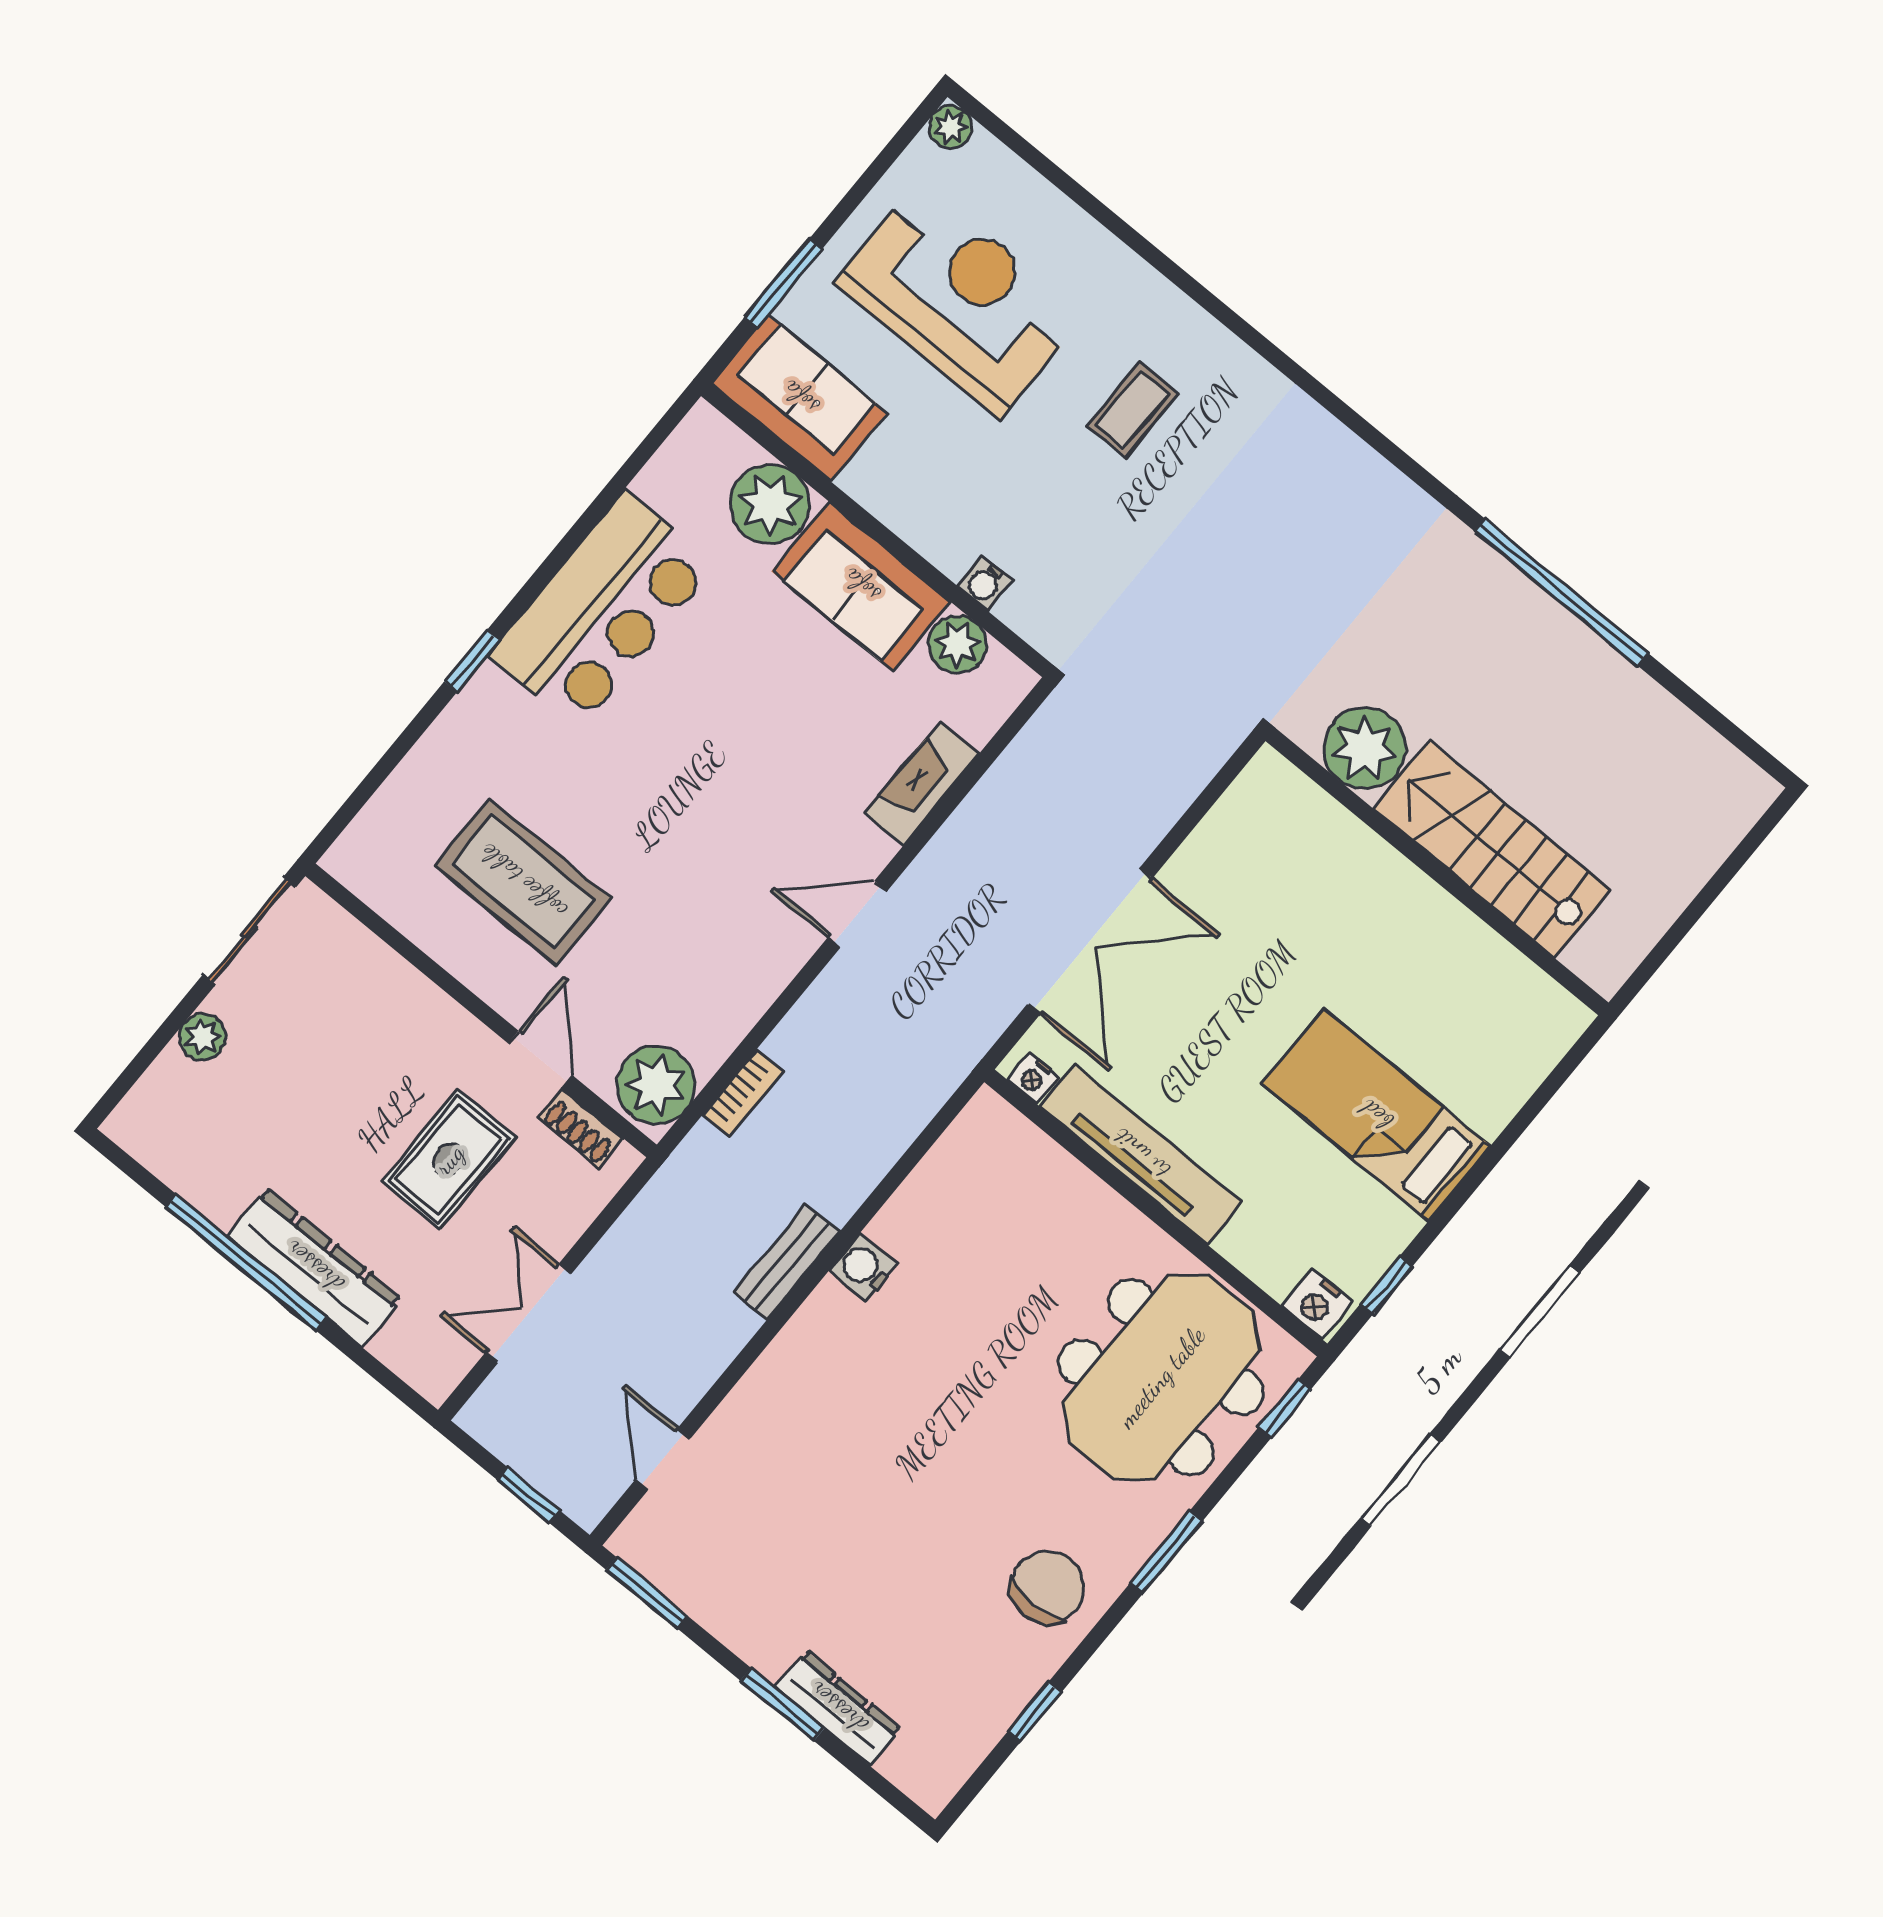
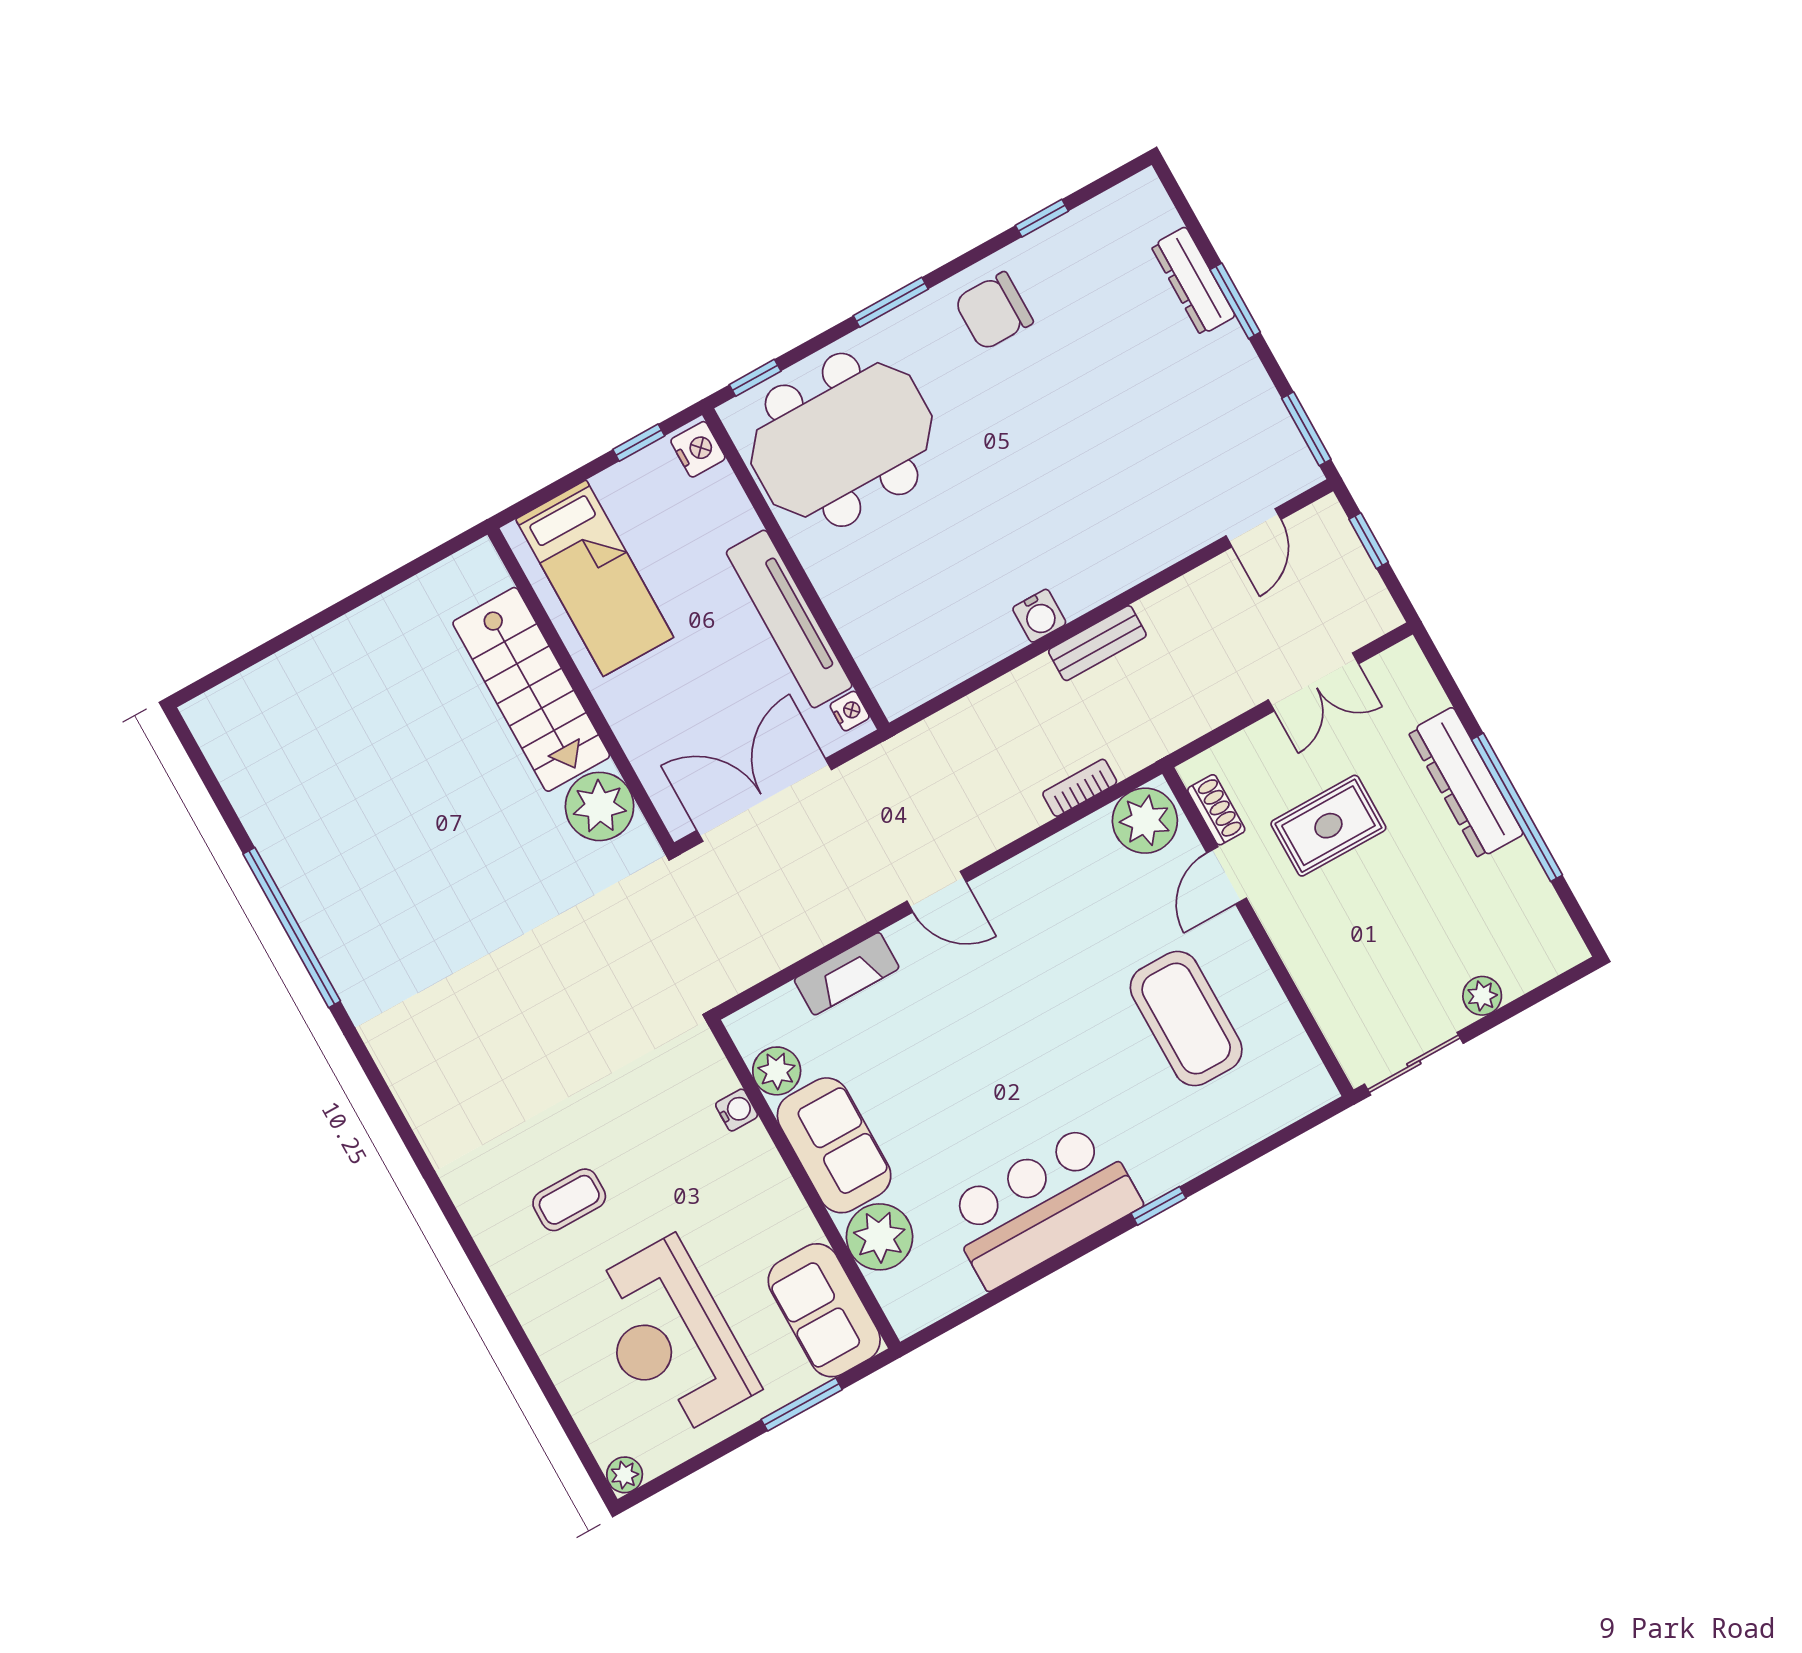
plant: (1365, 748) -> (600, 806), moved
stairs: (1492, 849) -> (531, 689), moved
wall: (1437, 872) -> (581, 689), moved

